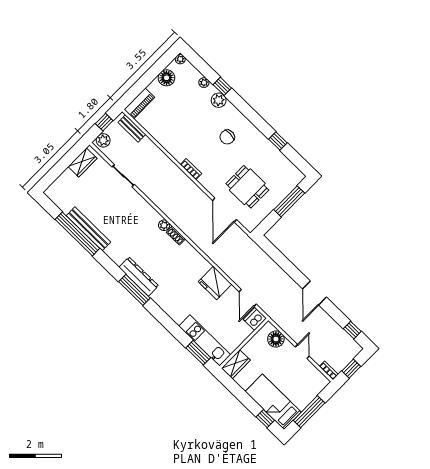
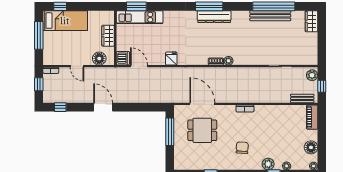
wardrobe: (83, 162) -> (311, 21), moved
window: (289, 201) -> (170, 132), moved
fridge: (215, 283) -> (171, 59), width x0.53, depth x0.75
wardrobe: (236, 364) -> (108, 36), moved

